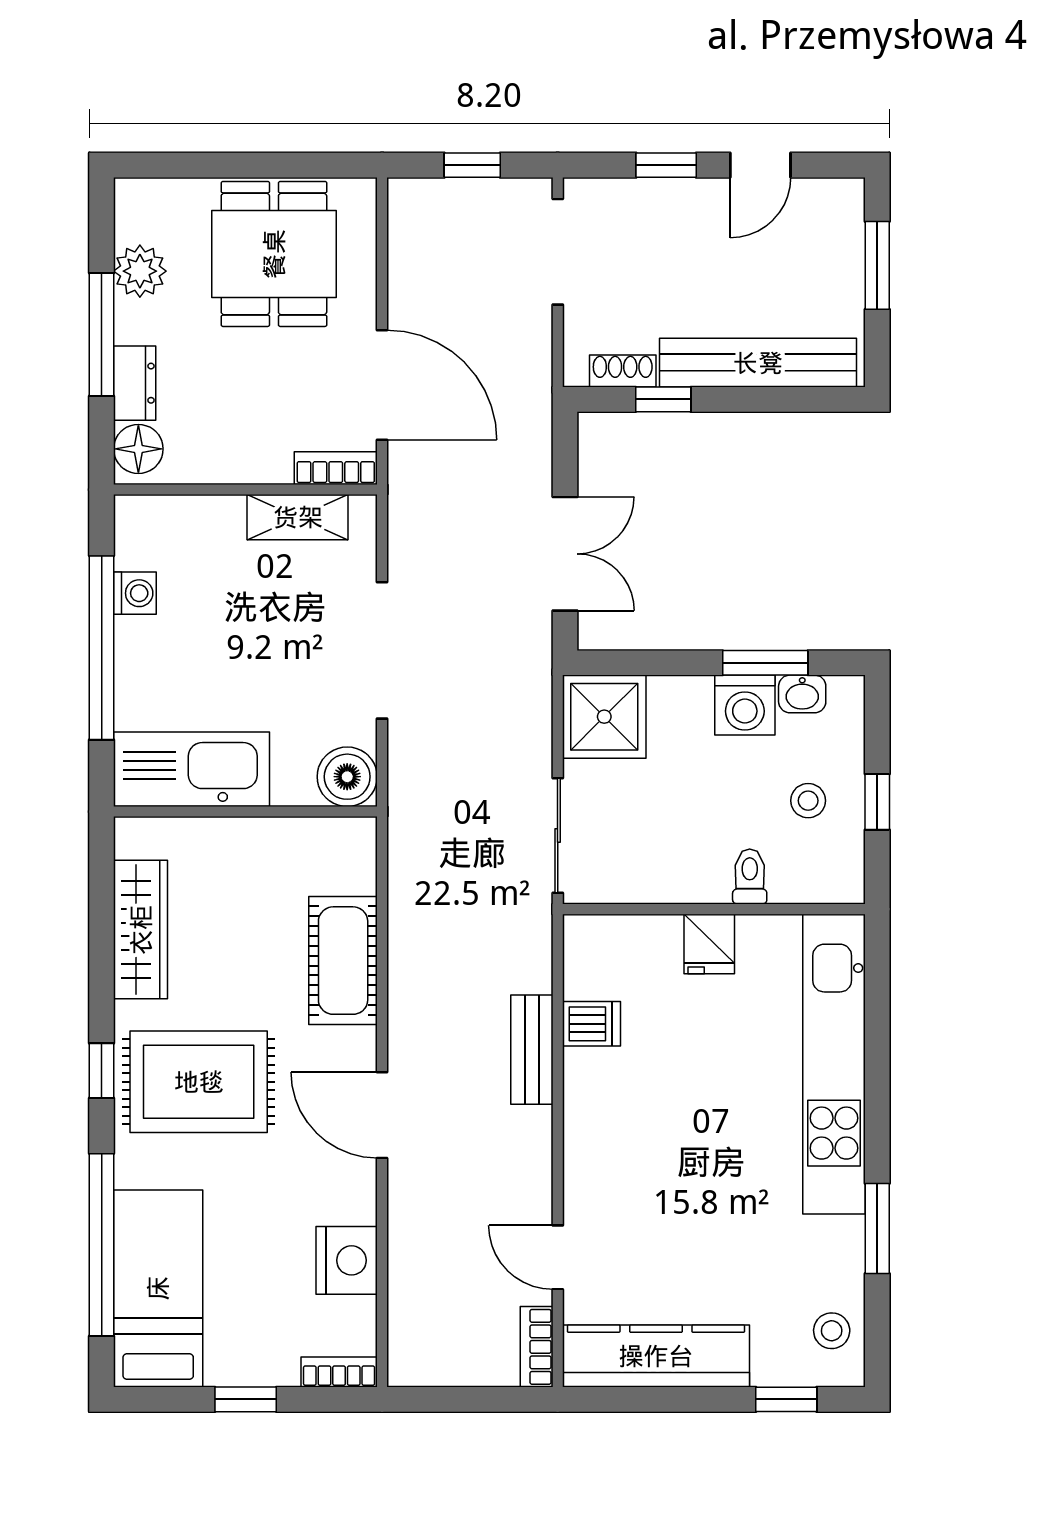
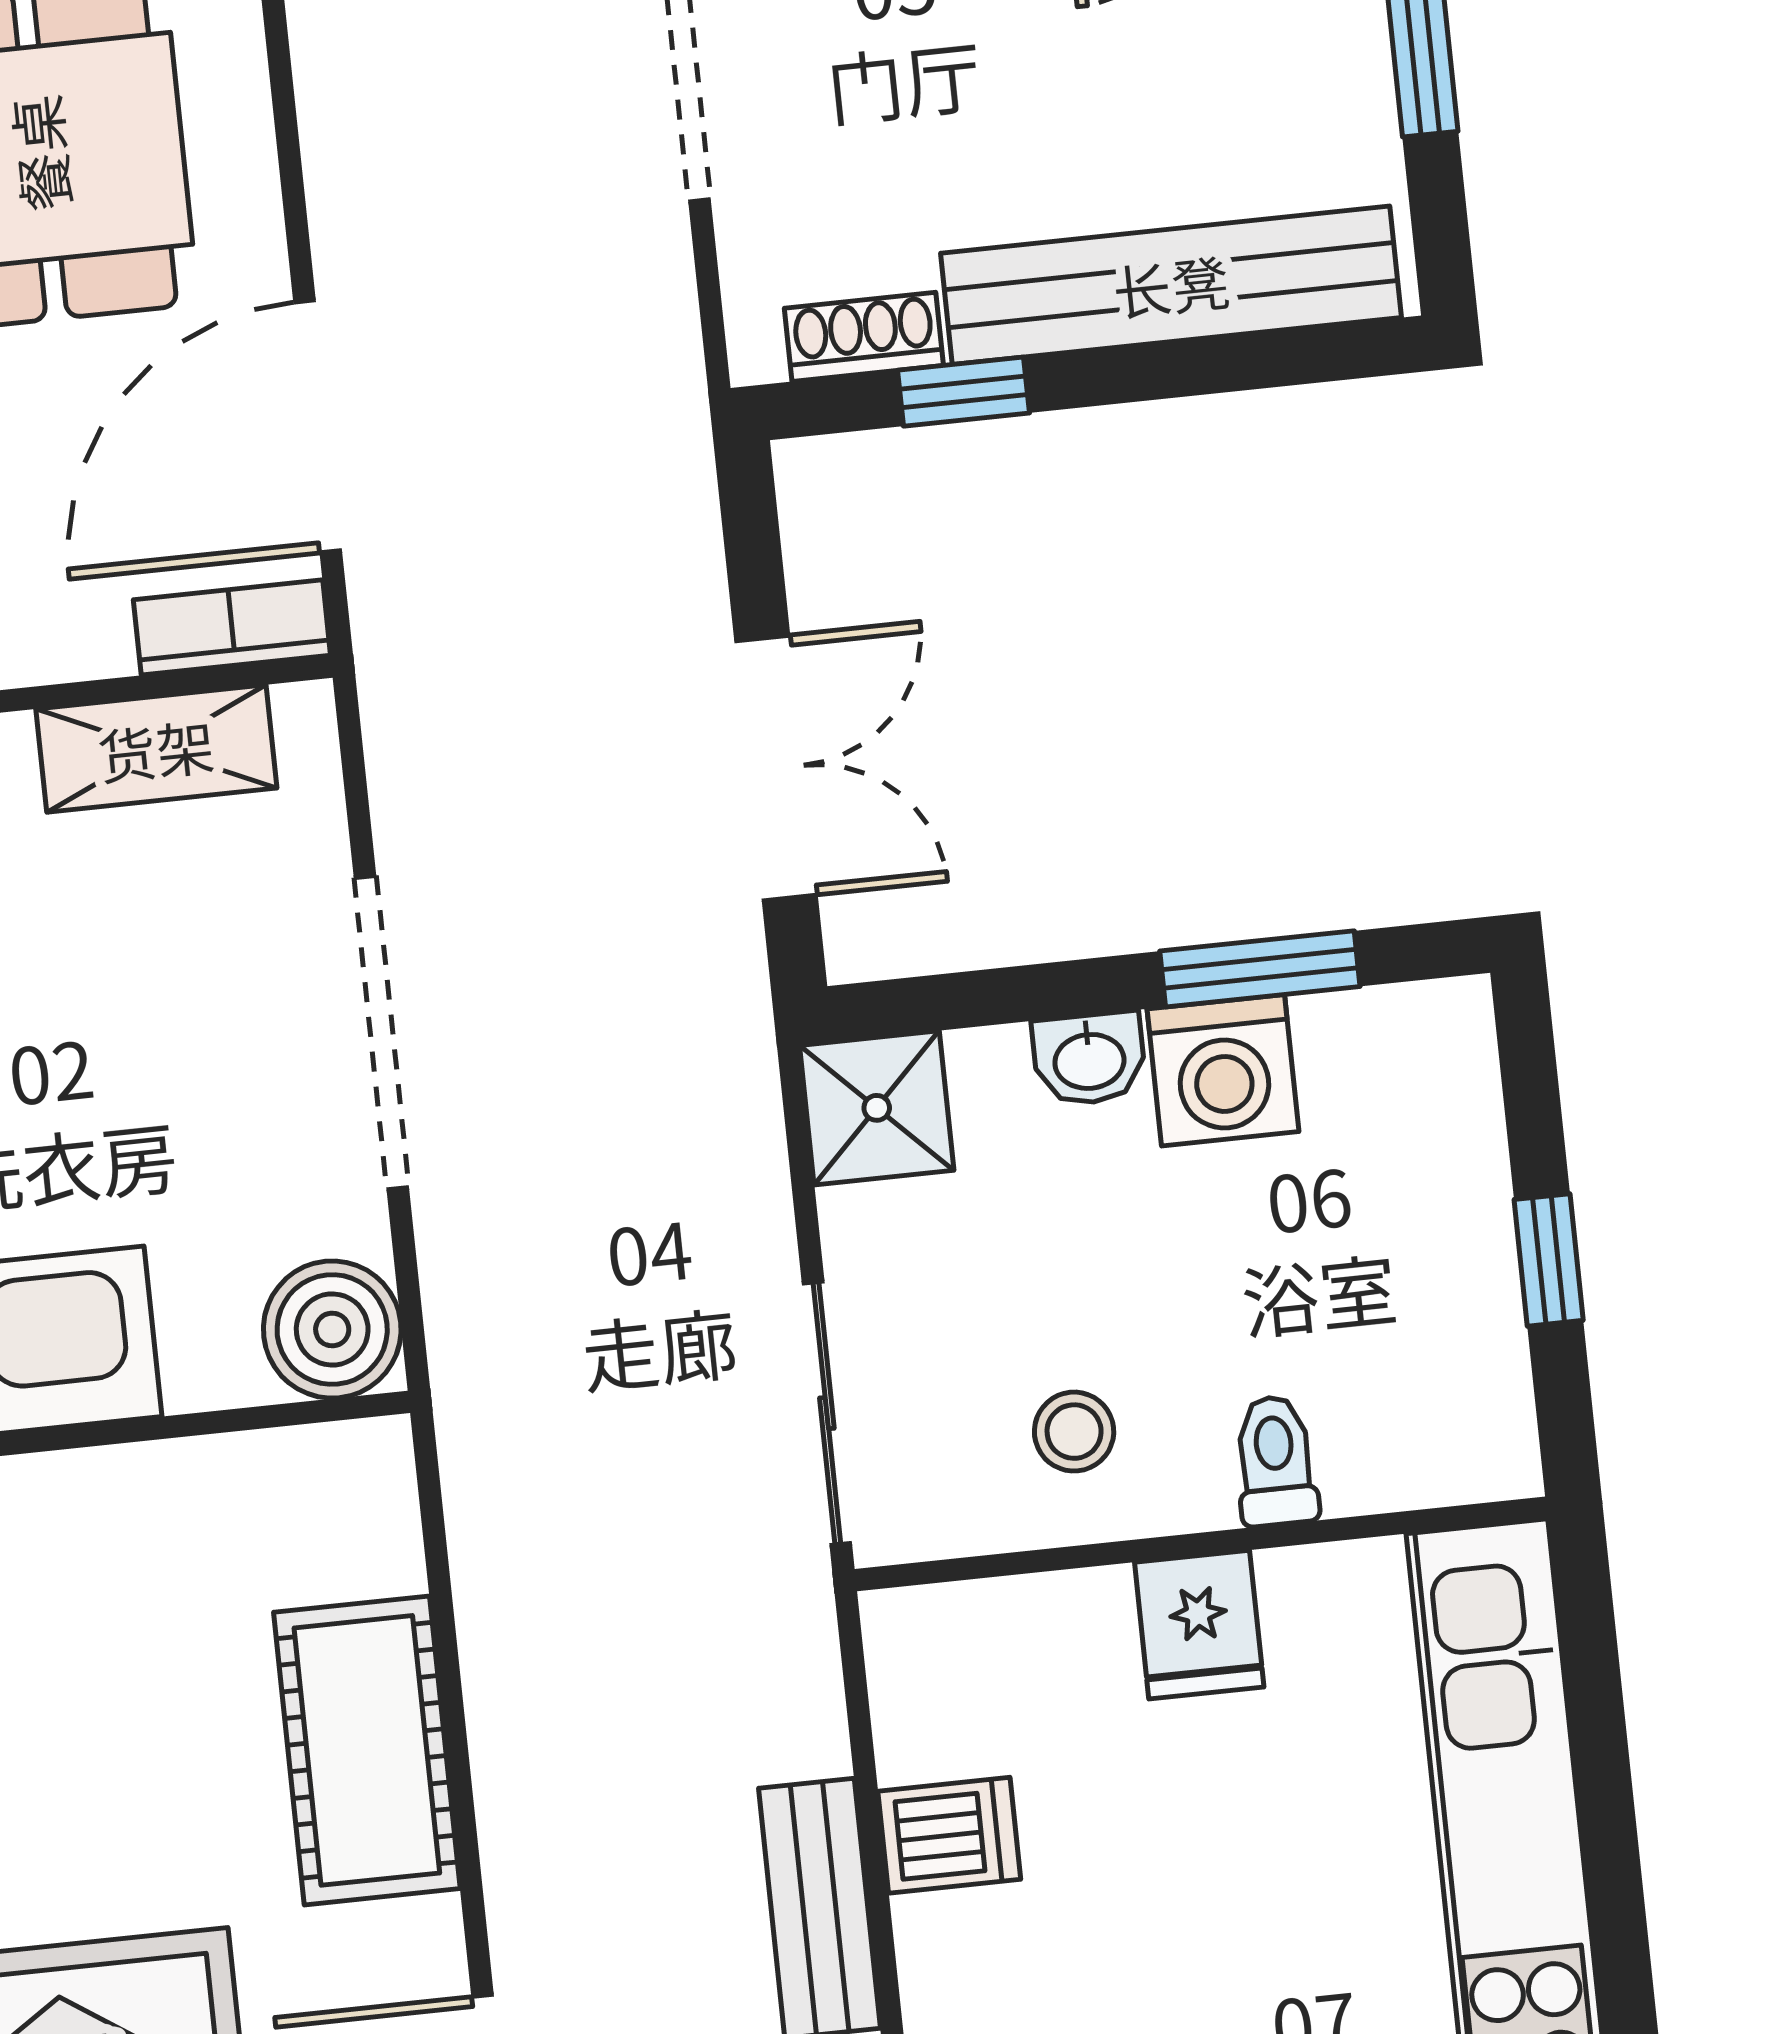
door: (382, 385) -> (318, 426), swing flipped
washbasin: (802, 694) -> (1089, 1059), moved
shower: (604, 717) -> (877, 1108), width x0.73, depth x0.73
stool: (808, 801) -> (1074, 1432), moved

